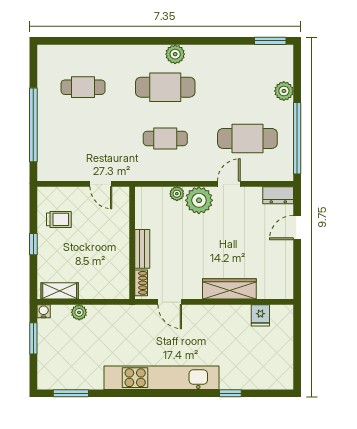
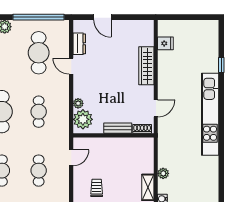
cafe table: (83, 138) -> (39, 171), added
dresser: (278, 195) -> (79, 44), moved
plant: (199, 200) -> (83, 119), moved
window: (71, 393) -> (221, 179), removed

